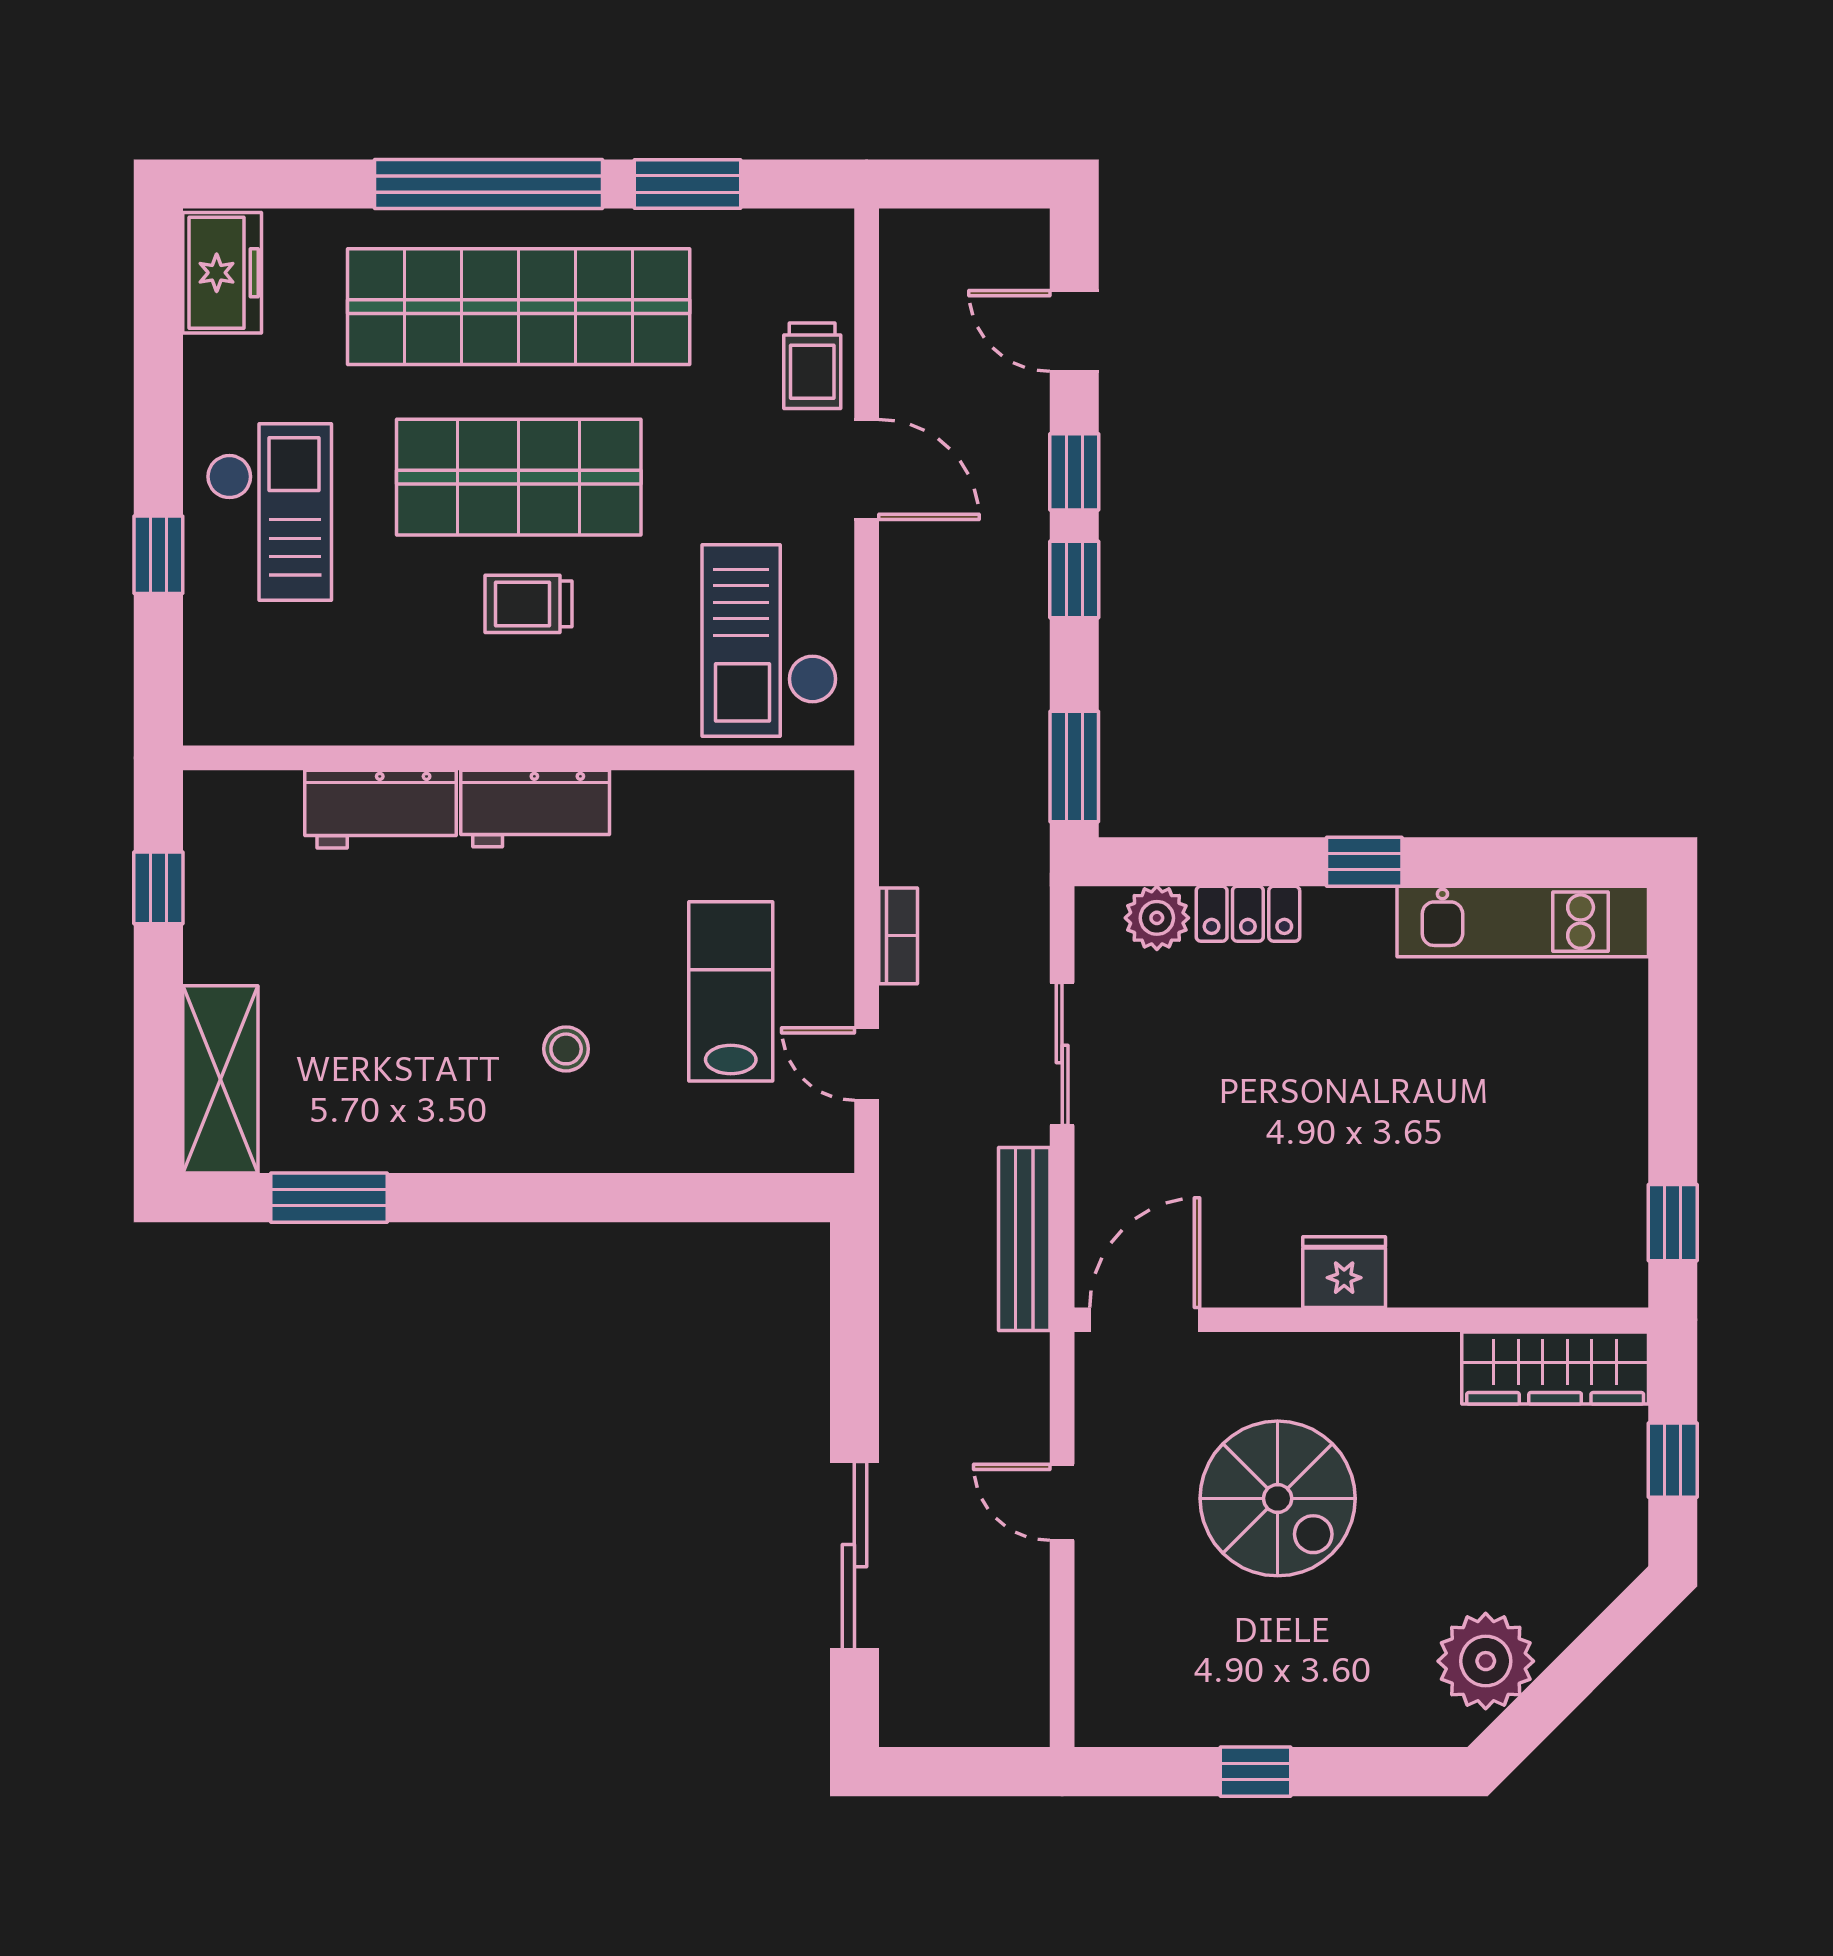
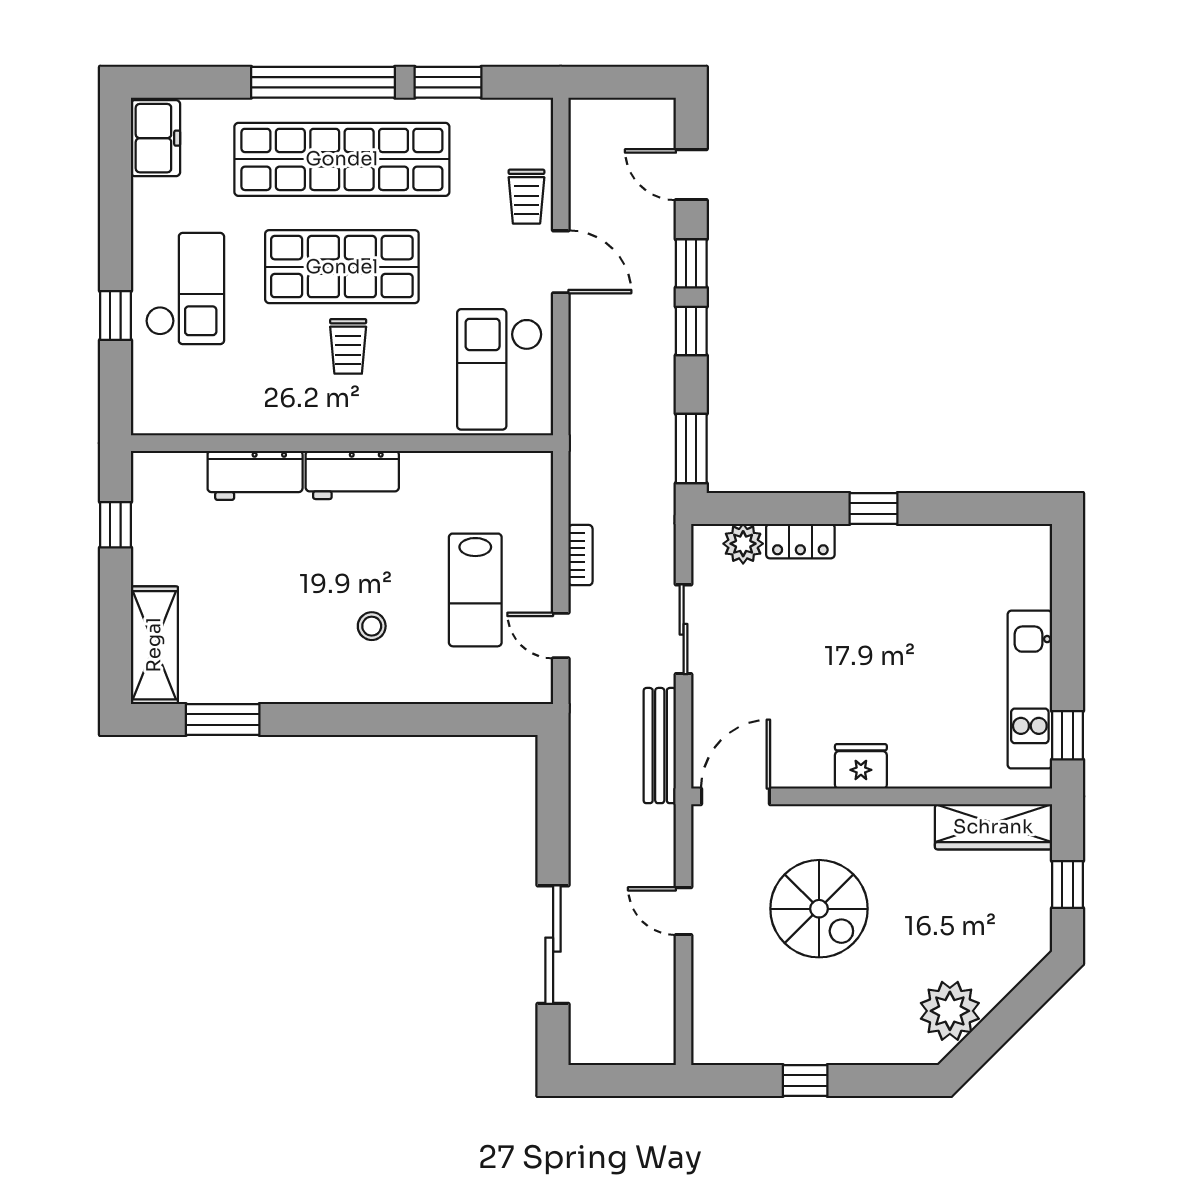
trolley: (529, 604) -> (348, 346), turned -90
kitchen unit: (1523, 922) -> (1030, 690), moved, turned 90
lab bench: (731, 991) -> (475, 590), turned 180

